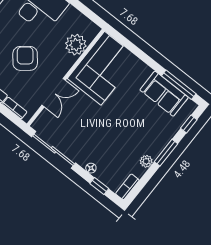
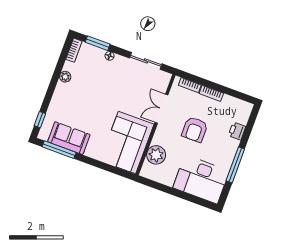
armchair: (25, 58) -> (195, 129), turned 39
sliding door: (54, 150) -> (146, 61), width x0.73
window: (166, 153) -> (51, 89), removed
window: (99, 186) -> (98, 43), width x1.50

